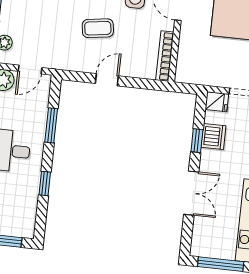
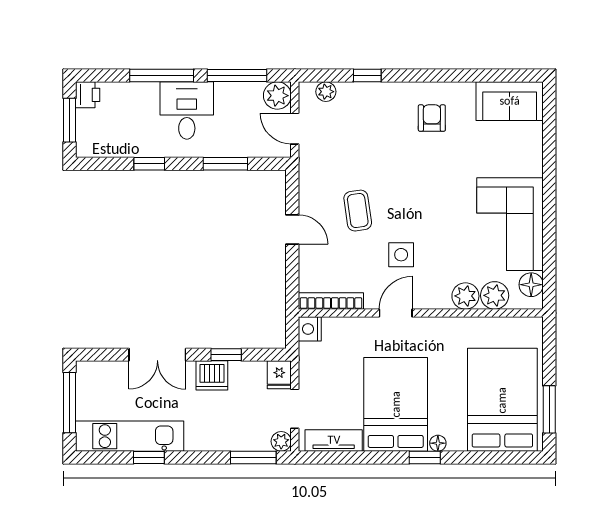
nightstand: (184, 75) -> (310, 329), added
dishwasher: (213, 137) -> (212, 375), moved

